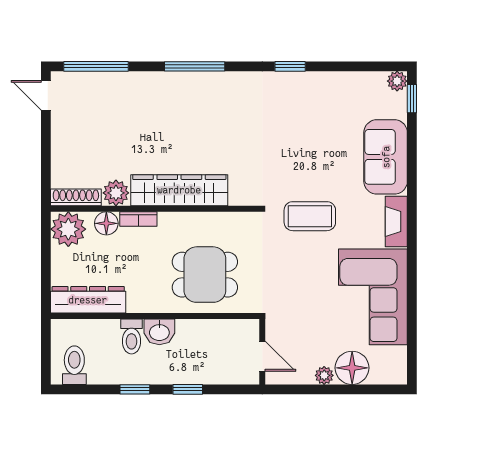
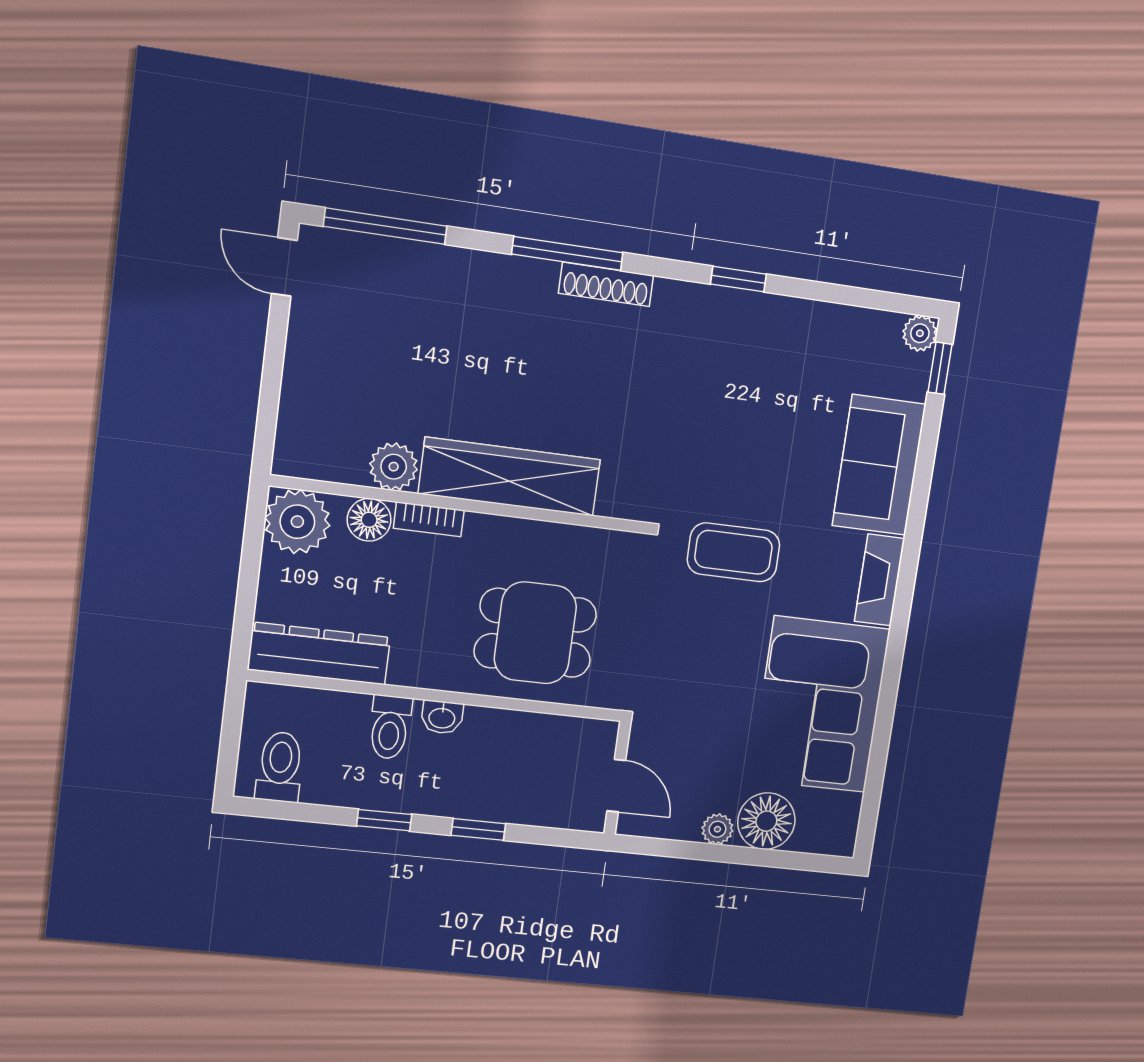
shoe rack: (76, 197) -> (606, 284), moved, turned 180
washbasin: (159, 332) -> (442, 717), width x0.72, depth x0.69

